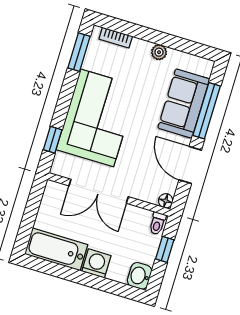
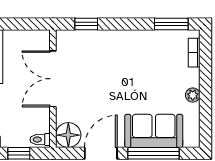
corner sofa: (97, 118) -> (118, 58), removed
floor lamp: (166, 201) -> (68, 135), width x1.89, depth x1.89

